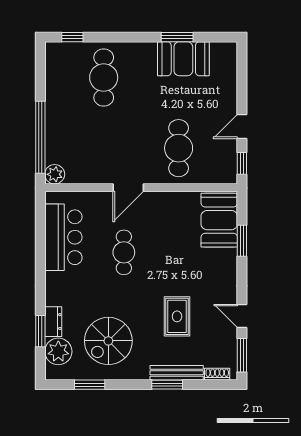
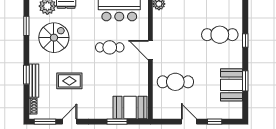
window: (72, 37) -> (245, 41), moved
window: (242, 163) -> (215, 122), moved
spiral stairs: (108, 341) -> (54, 38), turned 90

